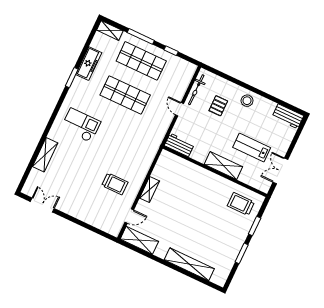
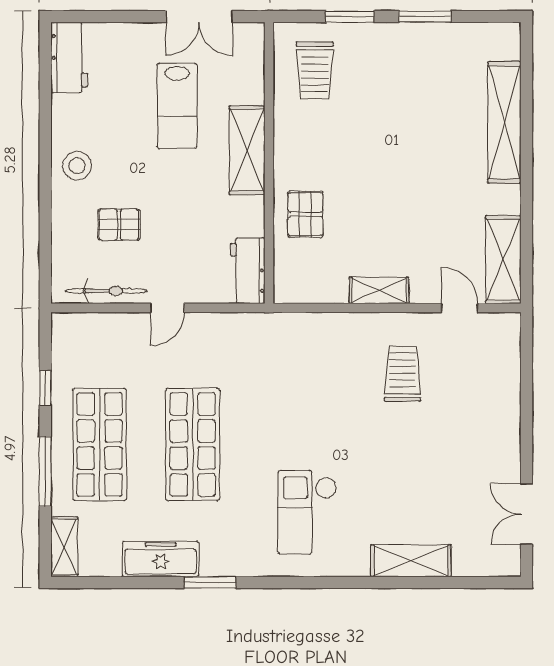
pallet: (190, 176) -> (305, 214), added

